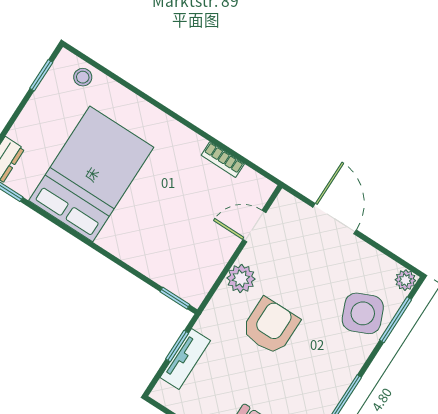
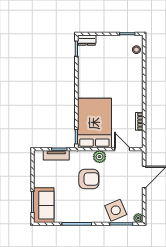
bed: (91, 174) -> (94, 123), moved, turned -90

